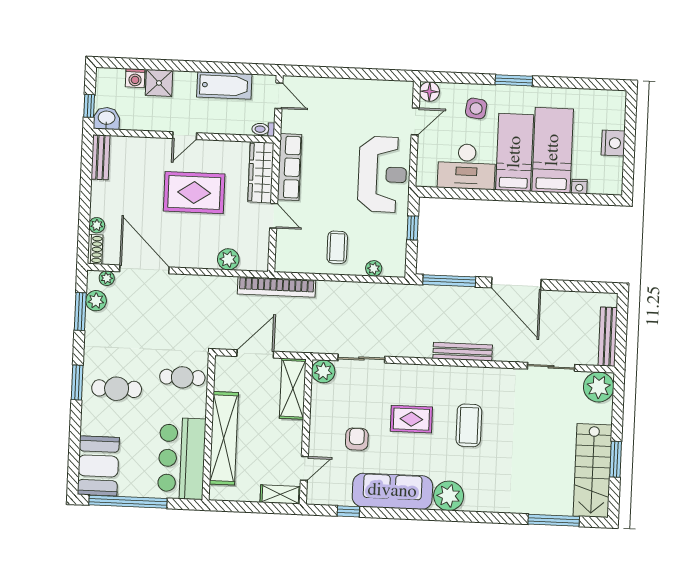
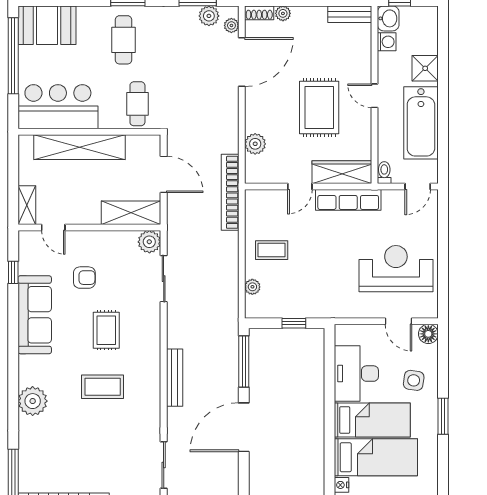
washing machine: (135, 78) -> (387, 42), moved, turned 180
bathtub: (224, 85) -> (421, 123), width x1.36, depth x1.36
reception desk: (382, 174) -> (396, 269), moved, turned 180
plant: (449, 496) -> (33, 401), moved

